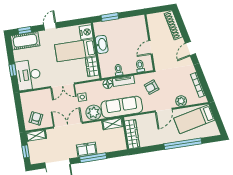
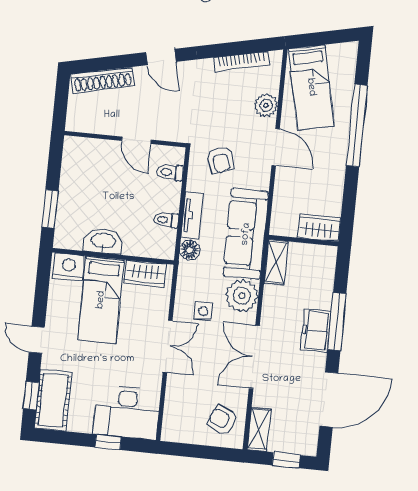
wardrobe: (132, 134) -> (319, 228), width x0.67

